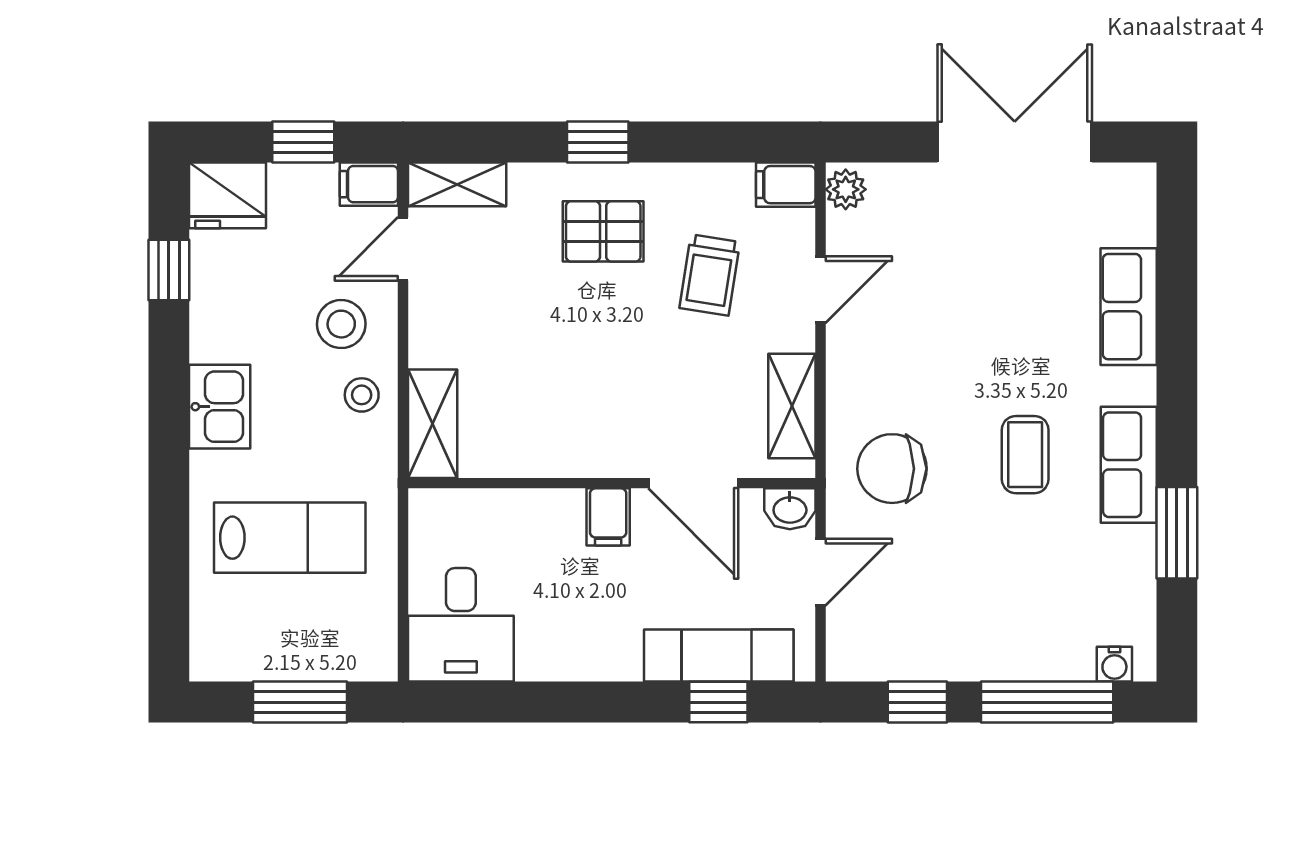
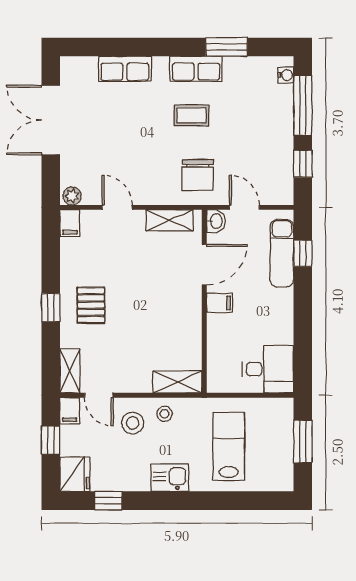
trolley: (710, 275) -> (111, 257), removed

